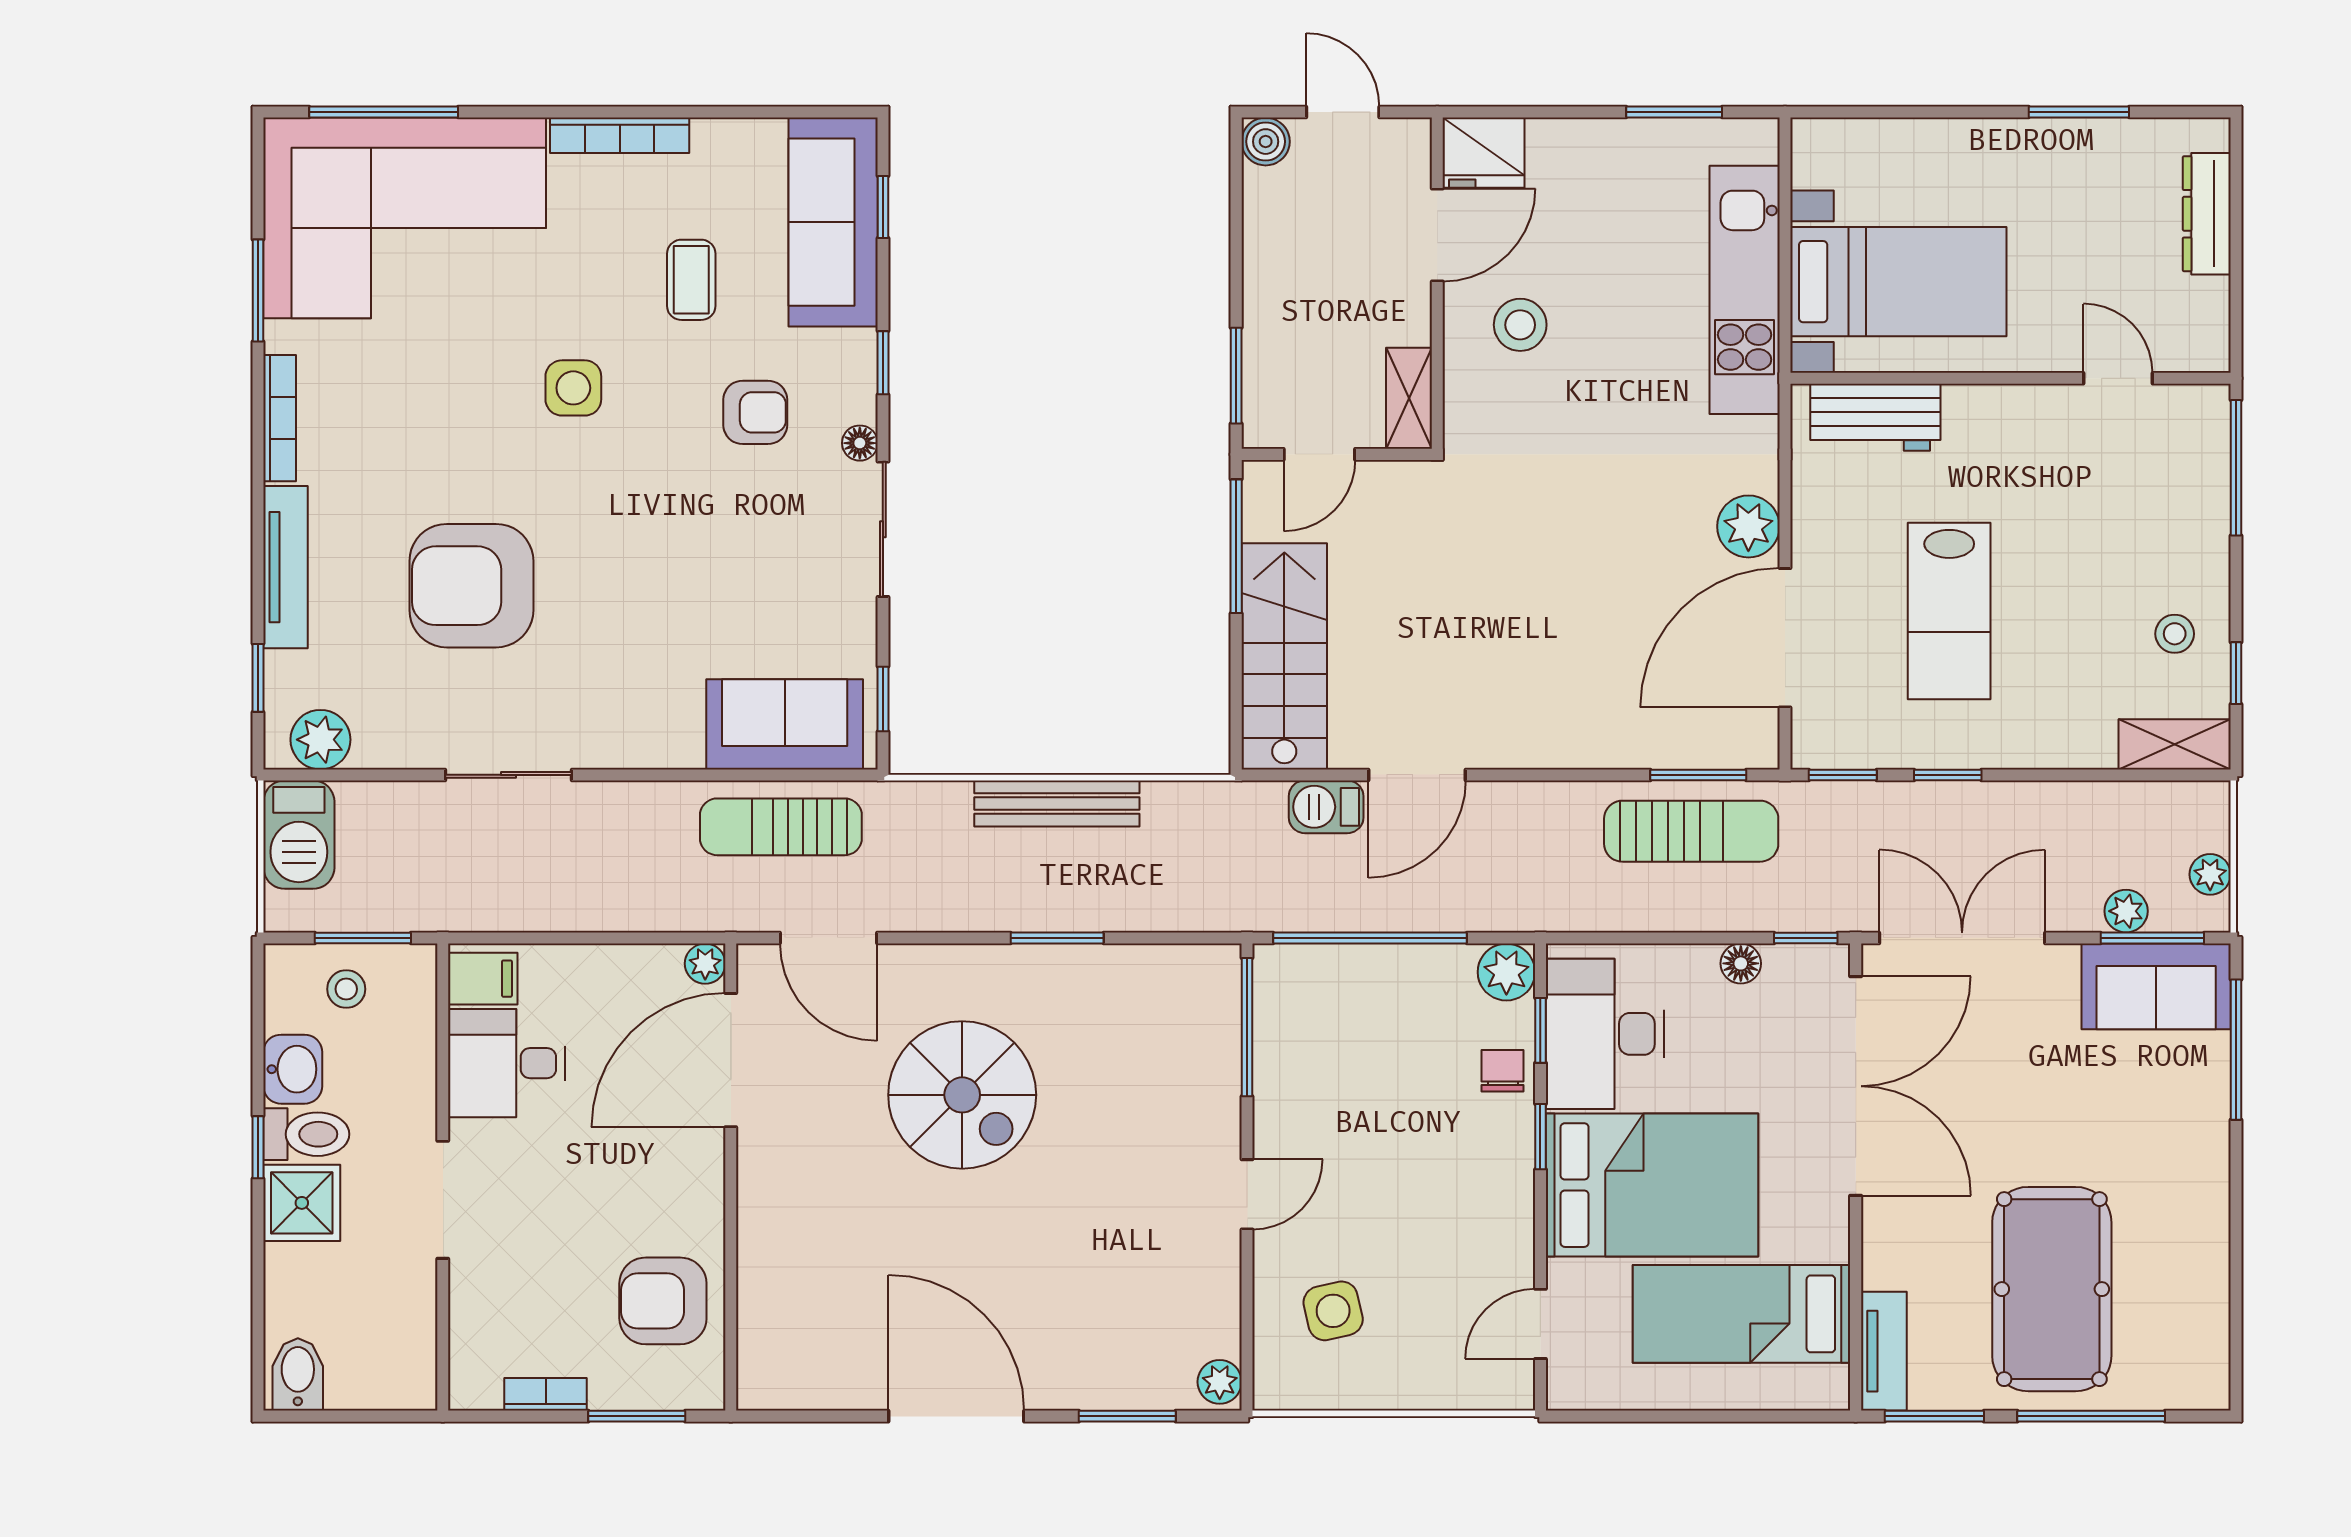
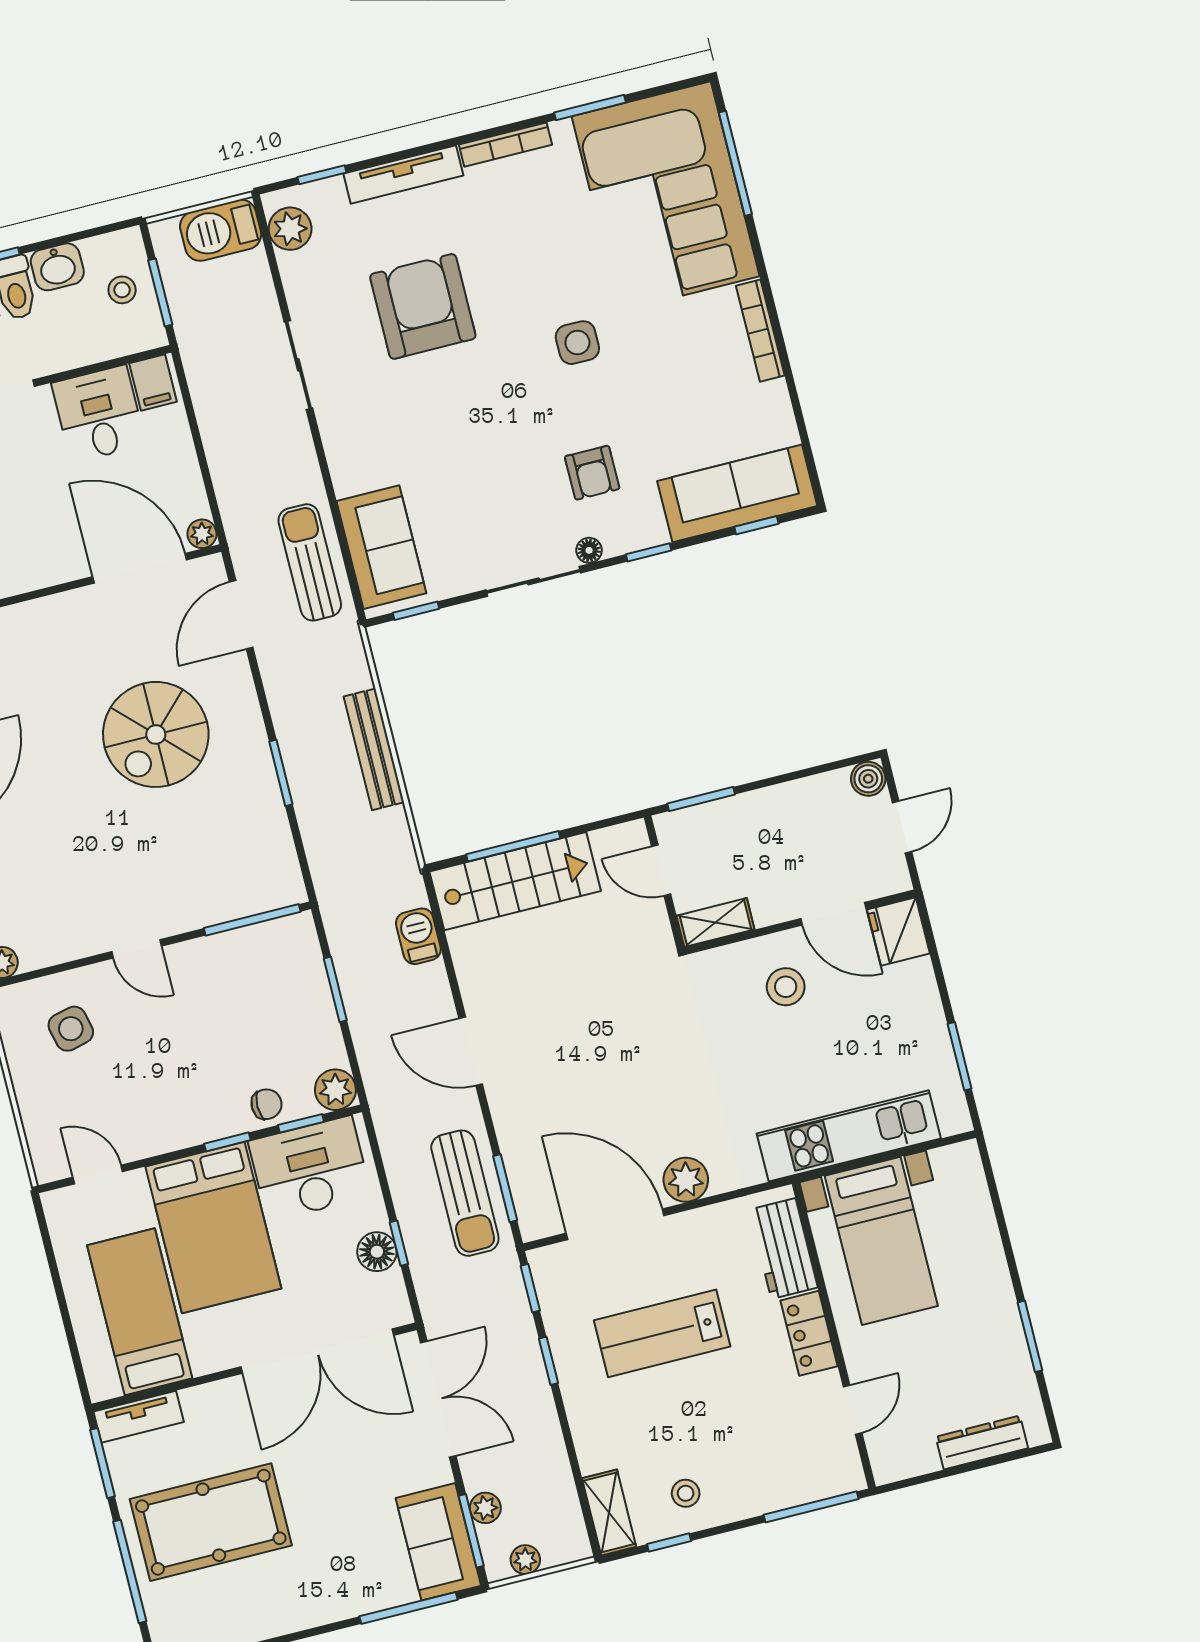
coffee table: (691, 280) -> (673, 405), removed
locker: (1999, 411) -> (809, 1333), added
window: (1236, 546) -> (513, 846), moved
door: (1417, 775) -> (471, 1051), moved
window: (1370, 938) -> (335, 989), width x0.47
window: (1806, 938) -> (399, 1243), moved
floor lamp: (1741, 963) -> (377, 1252), width x1.37, depth x1.37

